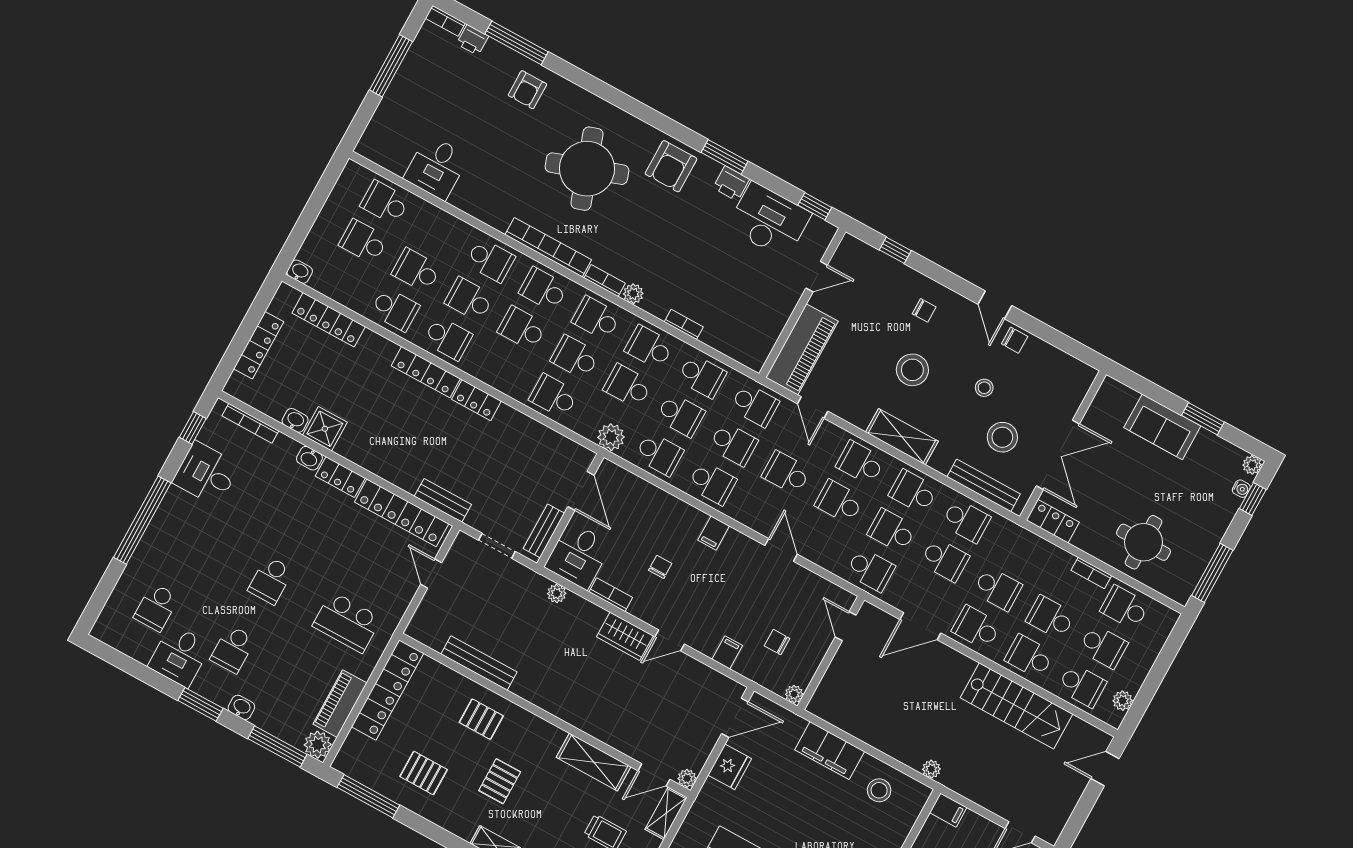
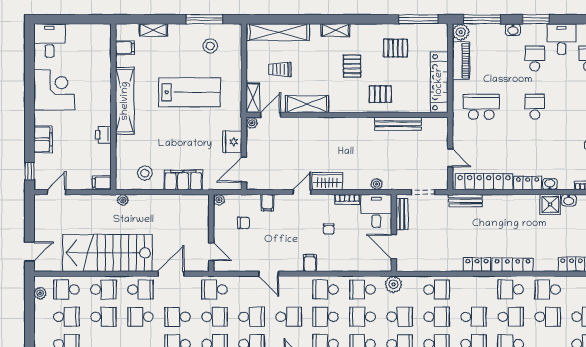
school desk: (1103, 646) -> (66, 317), turned 180
stairs: (1017, 706) -> (108, 253), width x1.36, depth x1.51

